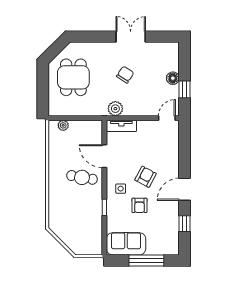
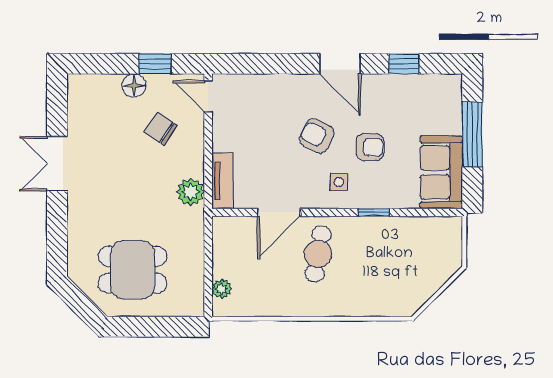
chair: (125, 75) -> (161, 129), moved

